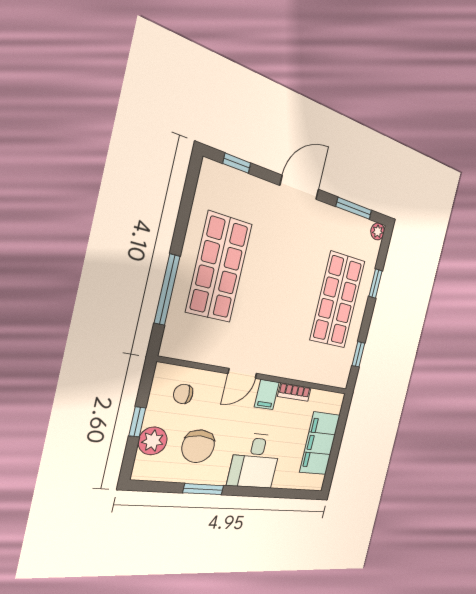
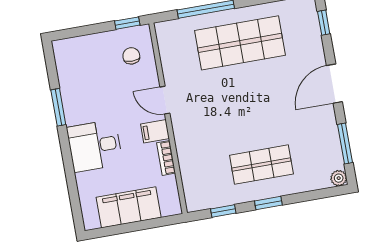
door: (300, 187) -> (334, 84), swing flipped
window: (375, 284) -> (268, 203), moved
shop shelf: (338, 300) -> (261, 165), width x0.70, depth x0.74
window: (137, 422) -> (127, 23), moved
plant: (153, 441) -> (87, 47), removed
chair: (198, 446) -> (93, 87), removed

